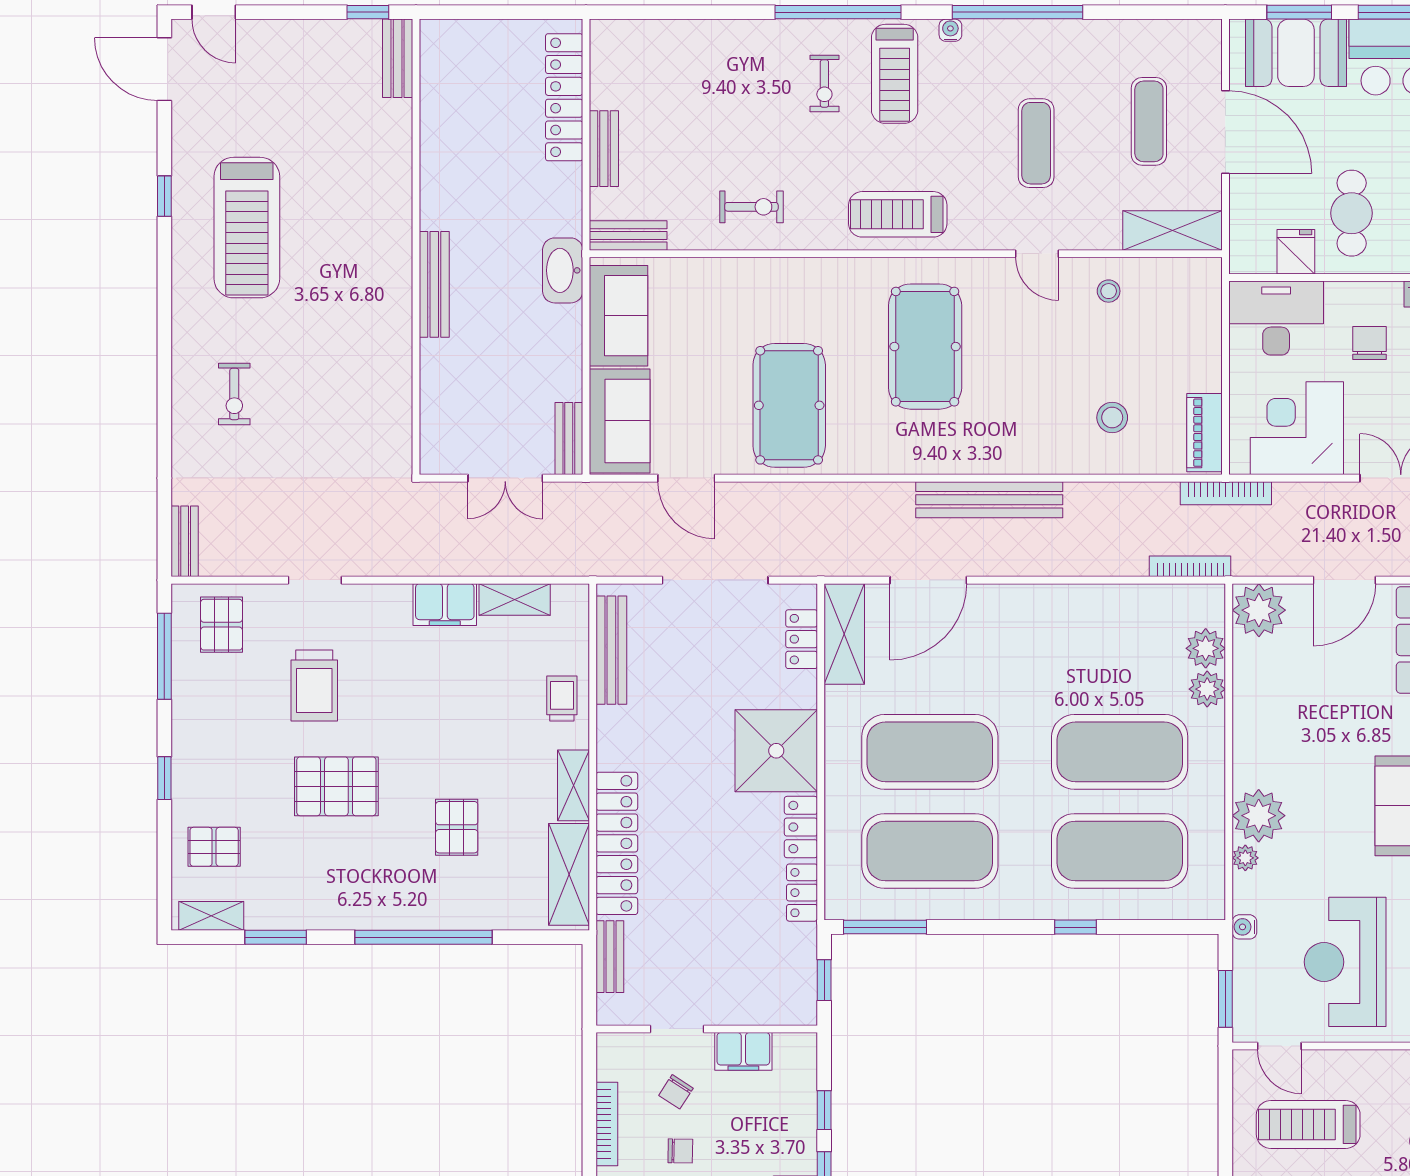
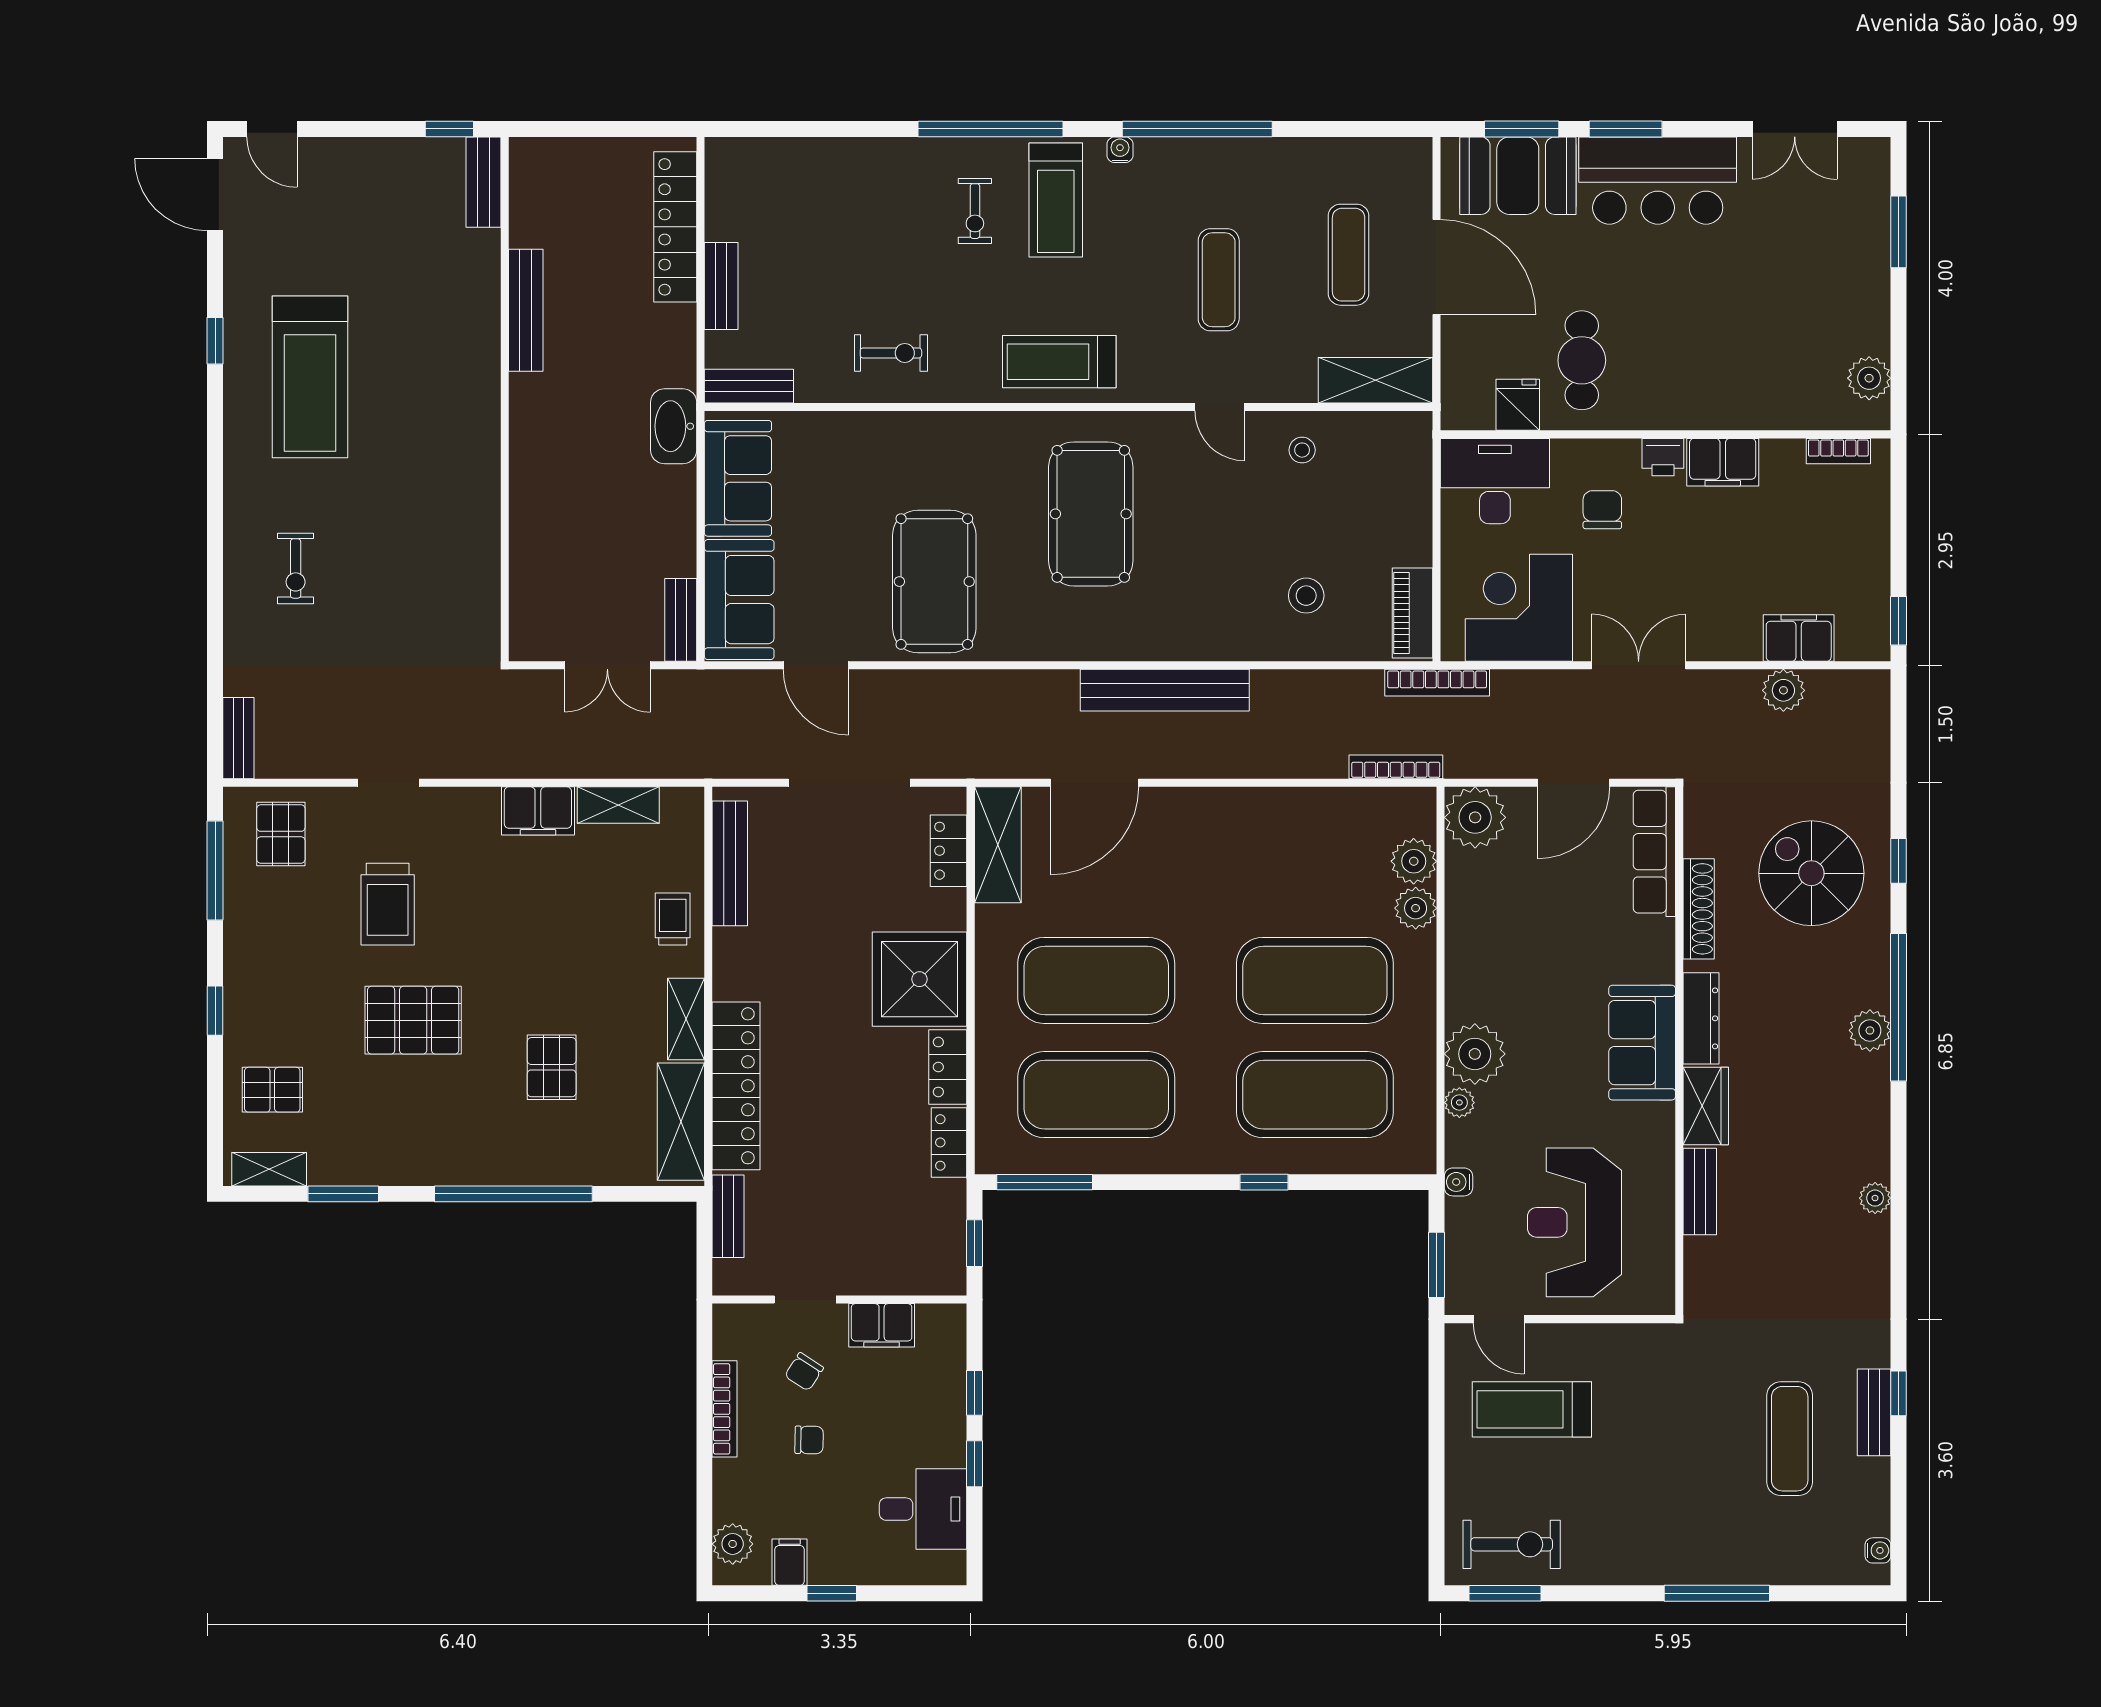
bench: (434, 284) -> (526, 310), moved

